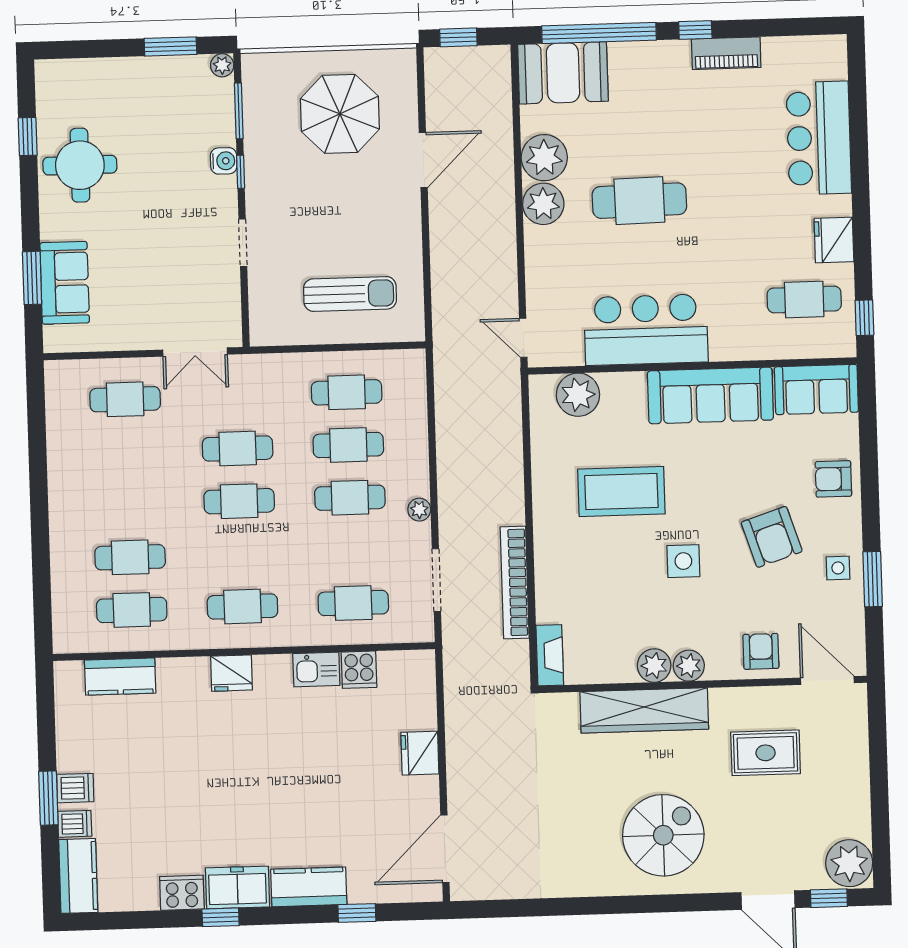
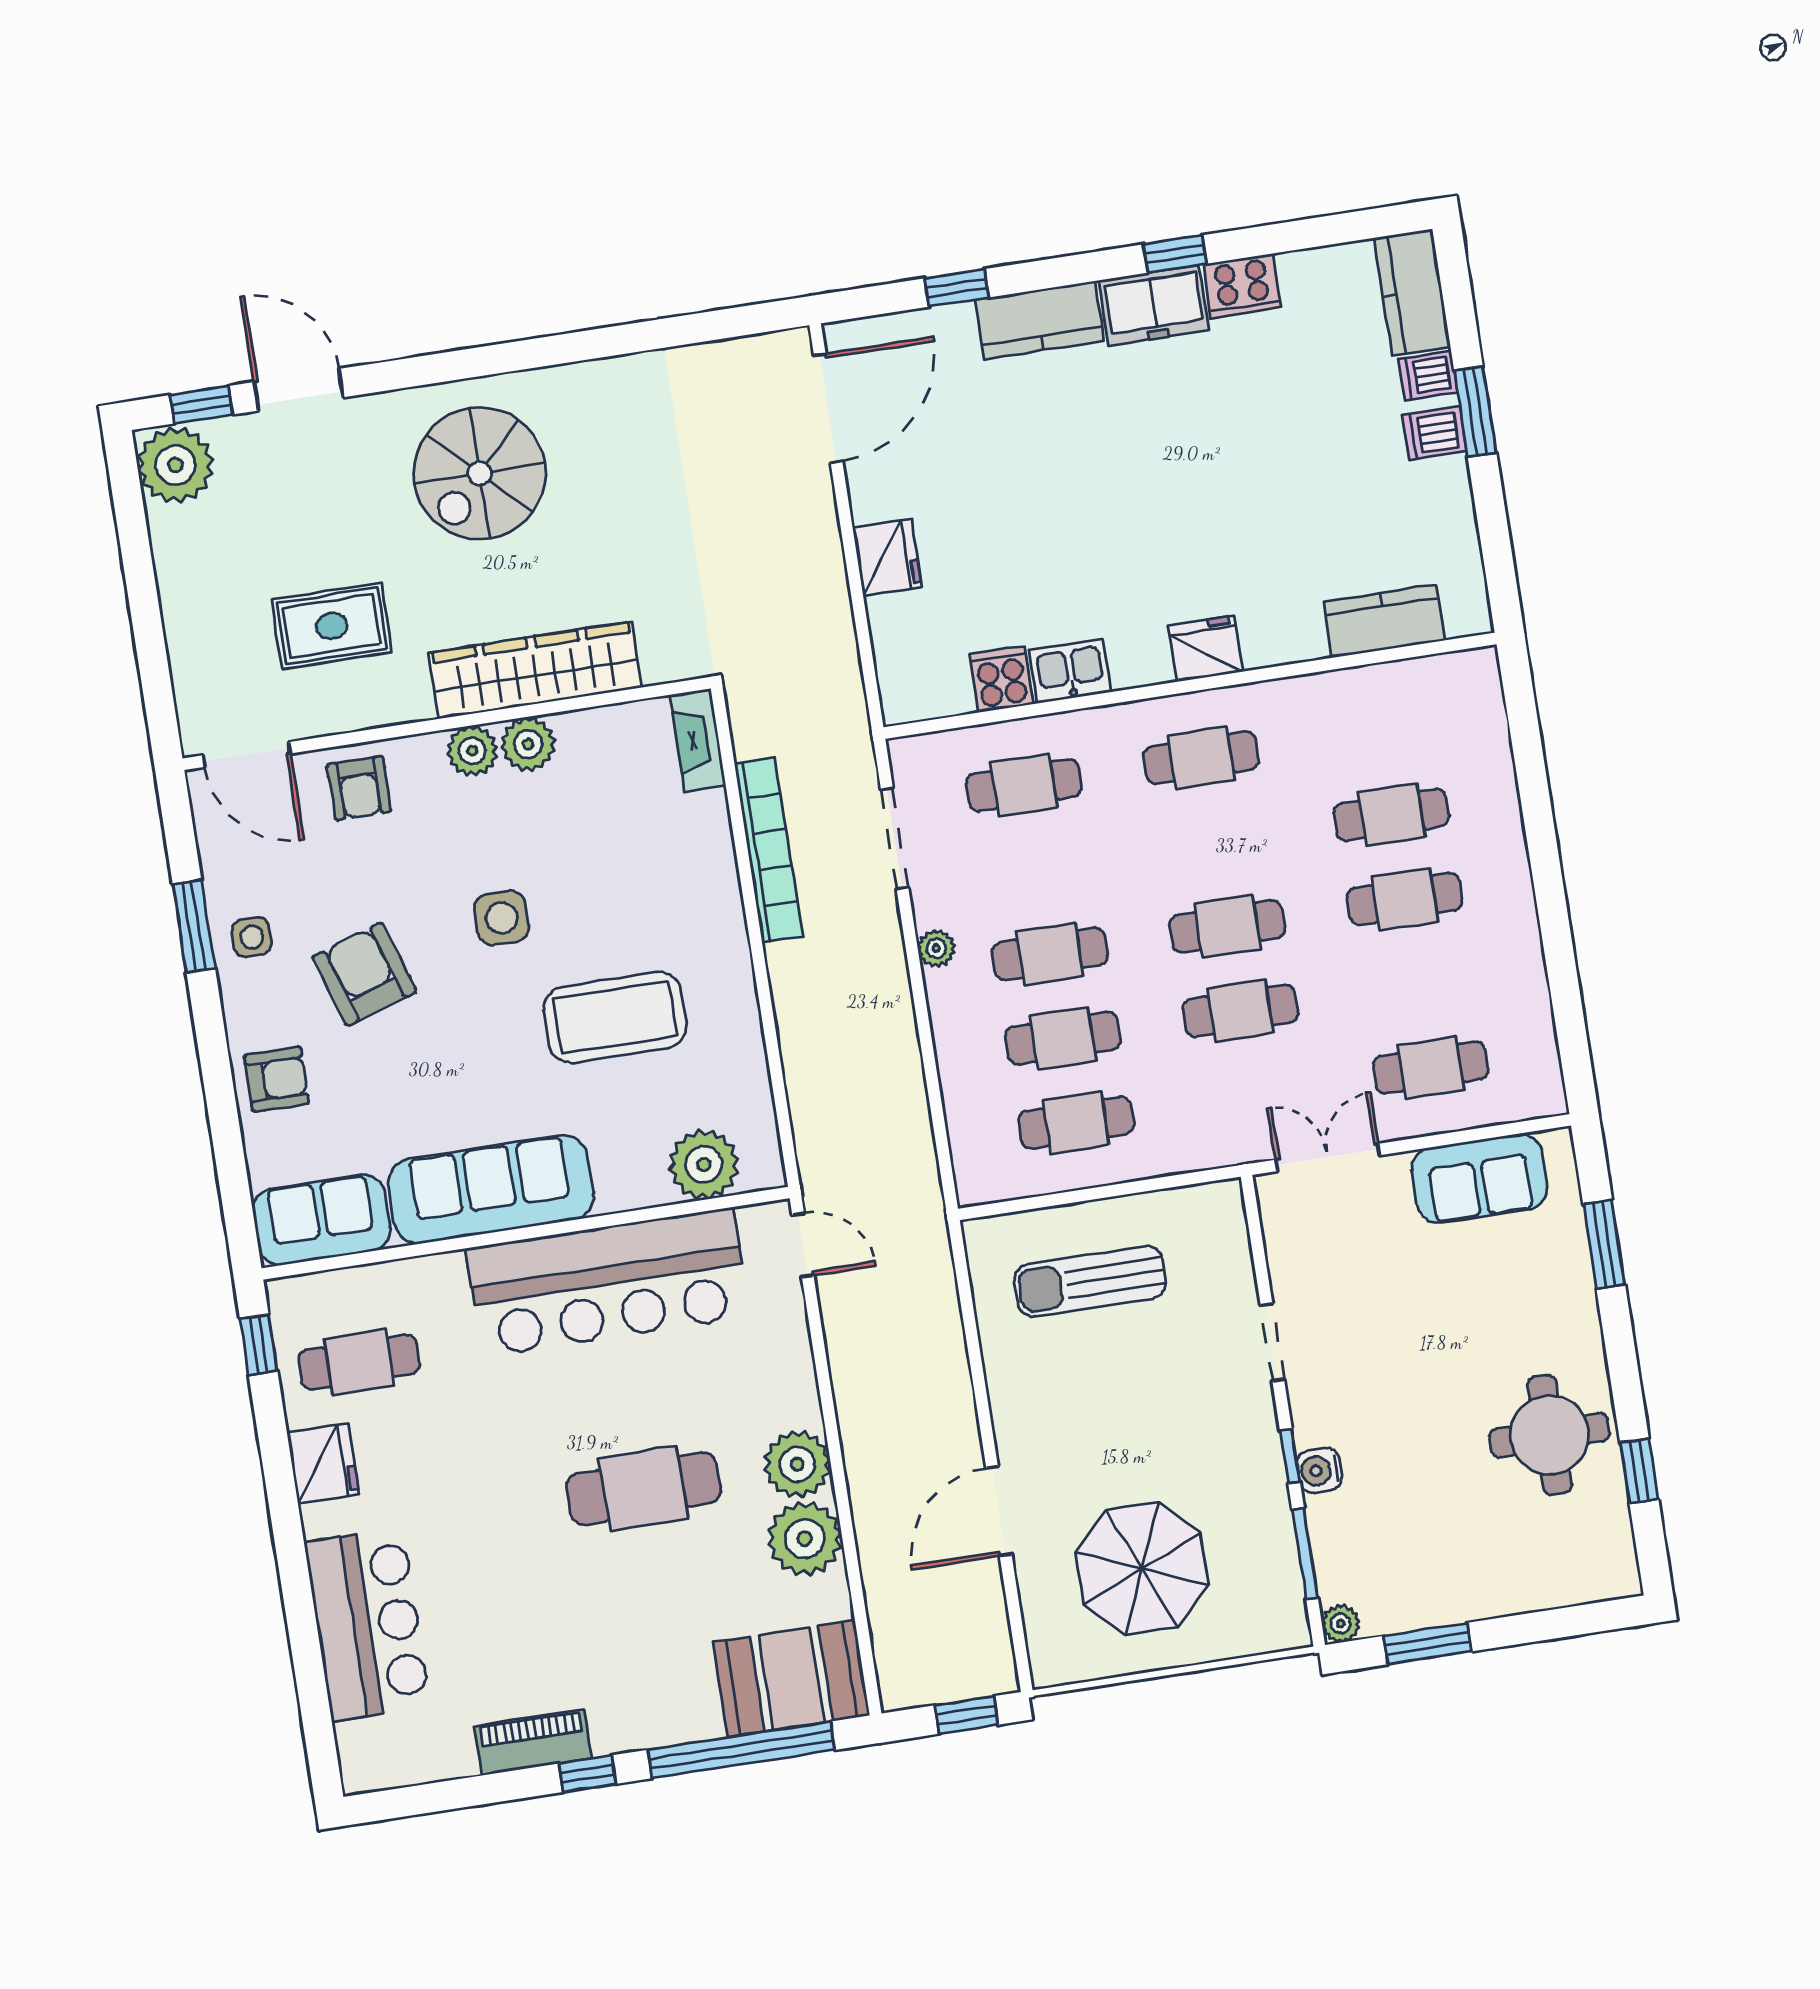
sofa: (65, 283) -> (1479, 1178), moved, turned -90
bar counter: (646, 330) -> (607, 1282), width x1.36
cafe table: (132, 610) -> (1405, 899), moved

